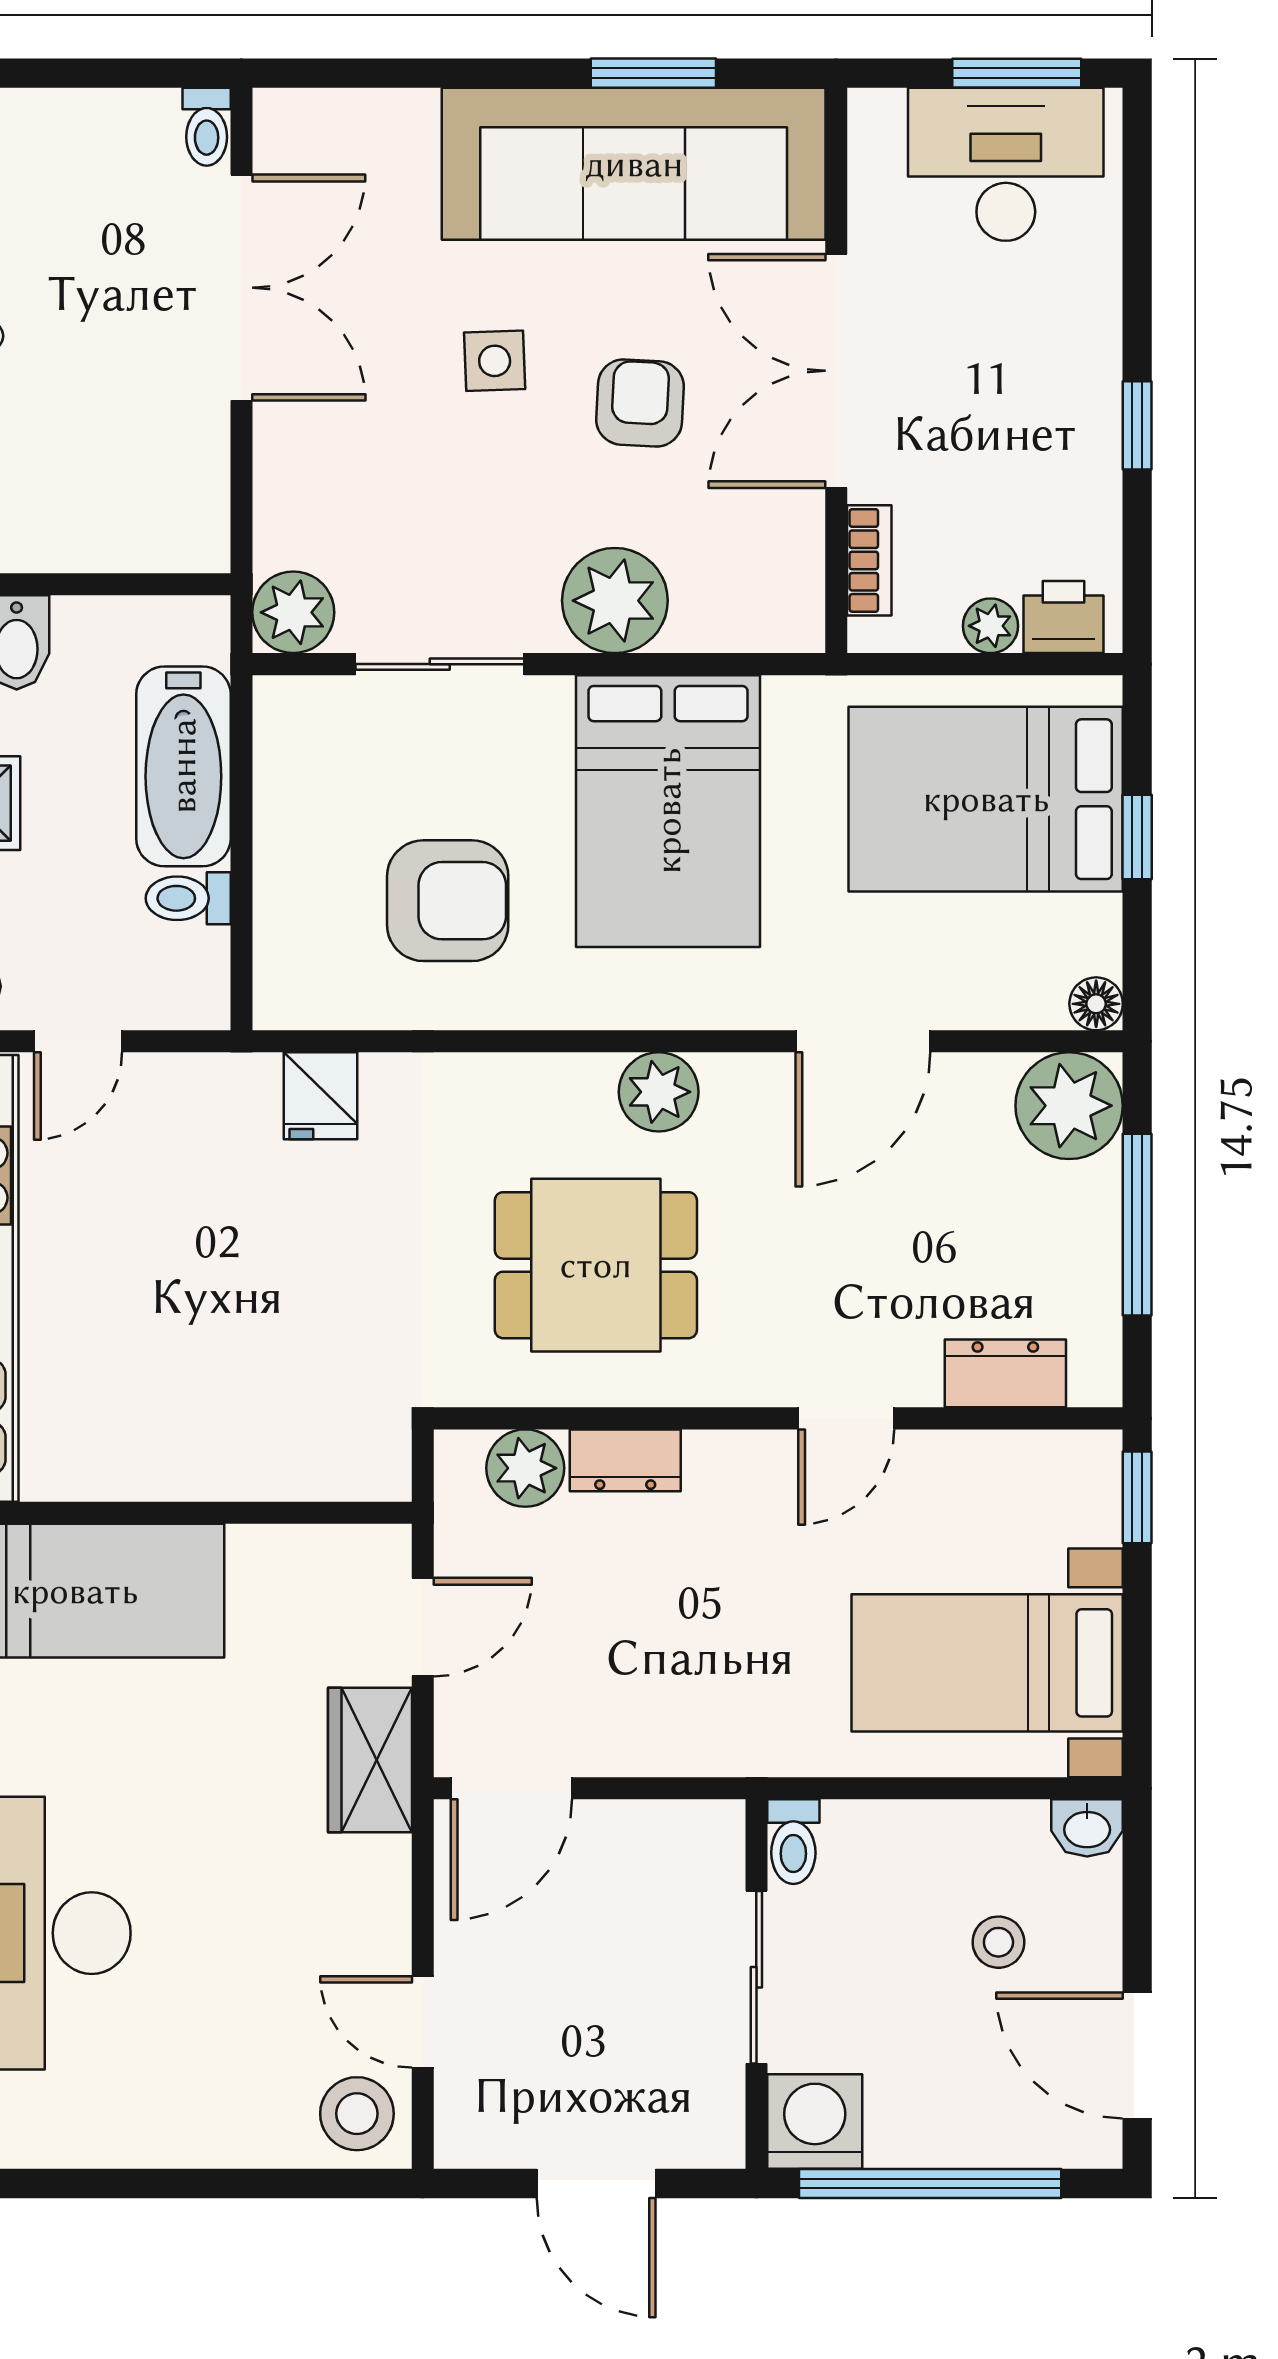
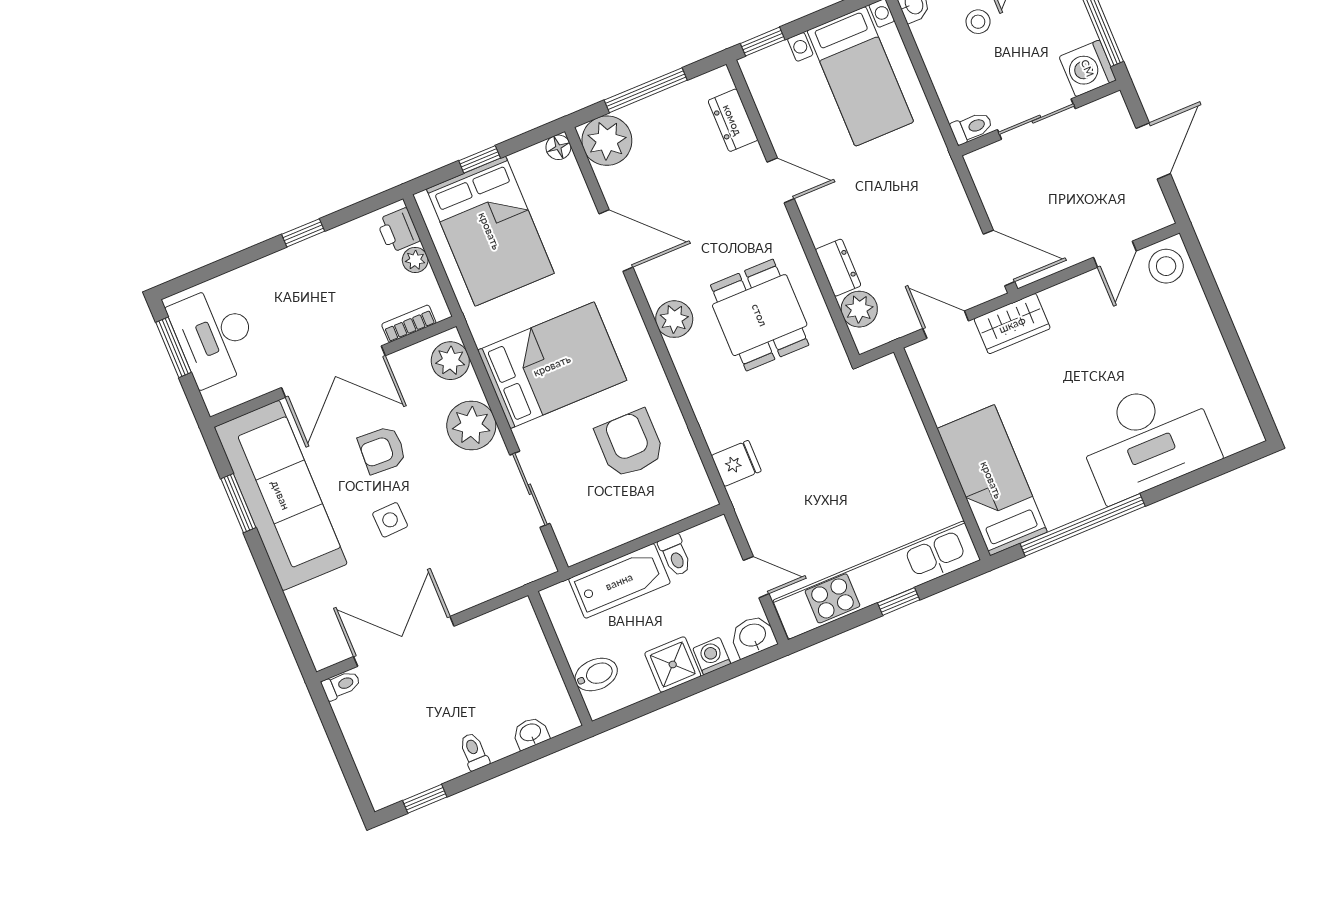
plant: (293, 612) -> (450, 361), moved

